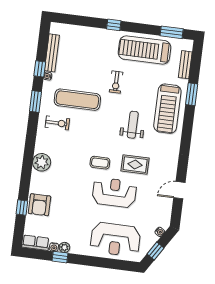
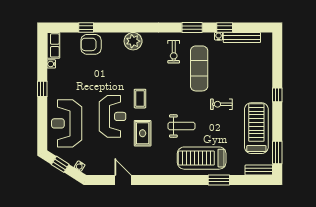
bench: (185, 65) -> (259, 170), moved
plant: (64, 247) -> (52, 74), removed
window: (60, 257) -> (42, 89), moved

